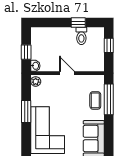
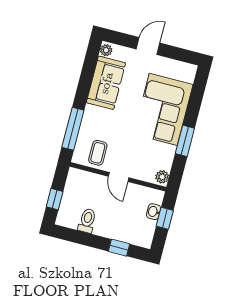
window: (78, 23) -> (119, 248), moved
washbasin: (35, 66) -> (154, 212), moved
coffee table: (95, 100) -> (98, 153), moved

